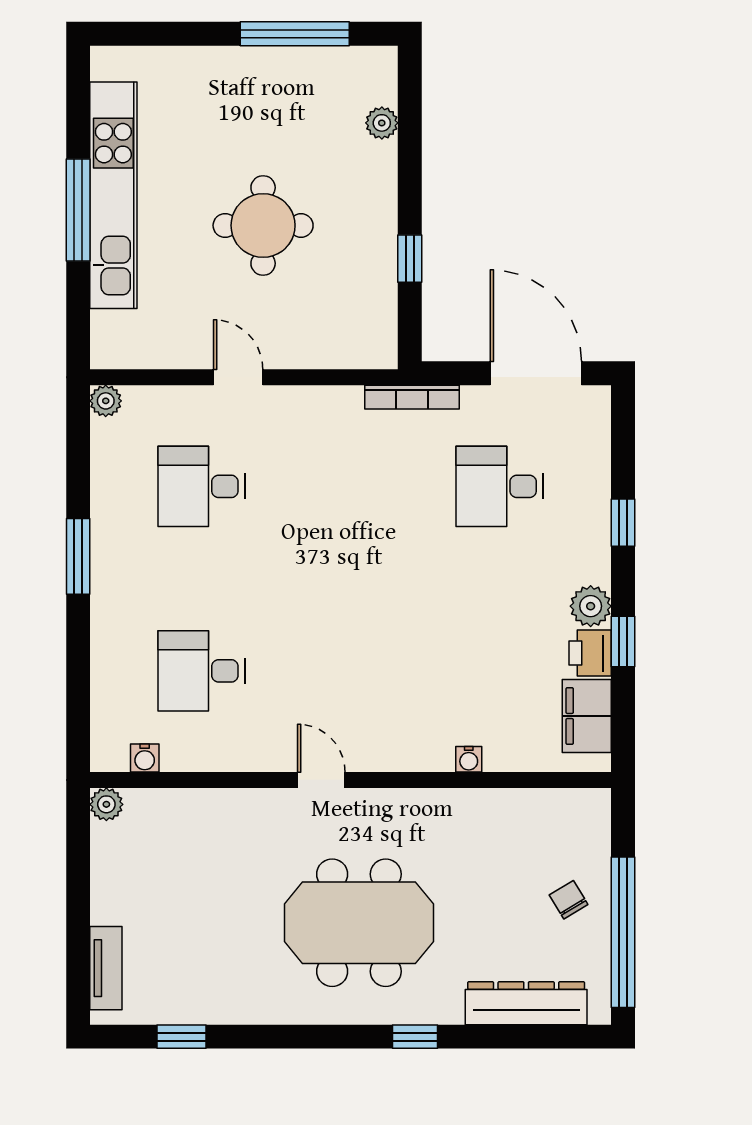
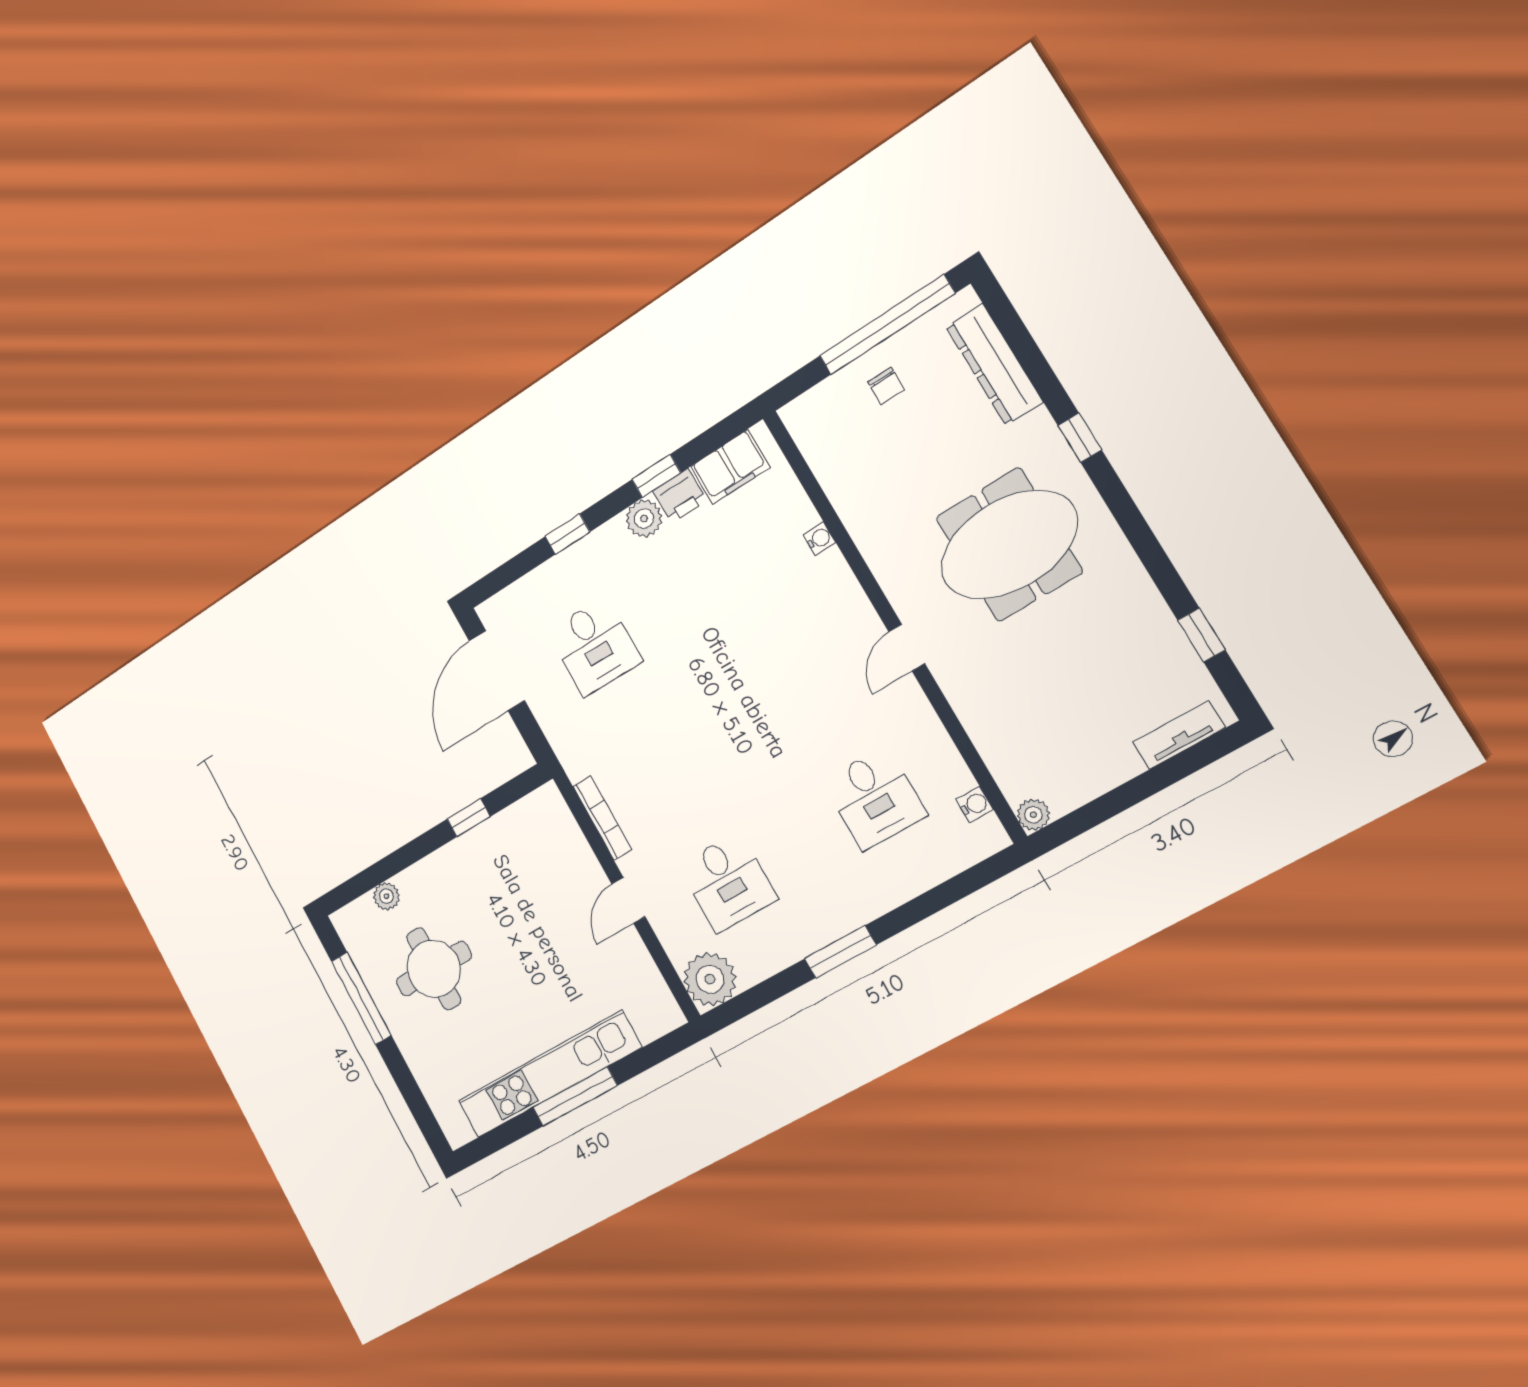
round table: (263, 225) -> (434, 969), moved
bookcase: (412, 397) -> (602, 818), moved
plant: (106, 401) -> (710, 979), width x1.87, depth x1.87
chair: (569, 900) -> (886, 386), turned -59
meeting table: (359, 923) -> (1009, 545), turned 90

